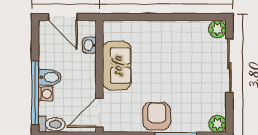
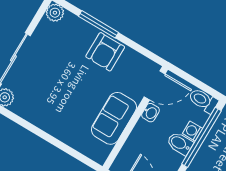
washbasin: (89, 45) -> (150, 113), moved

